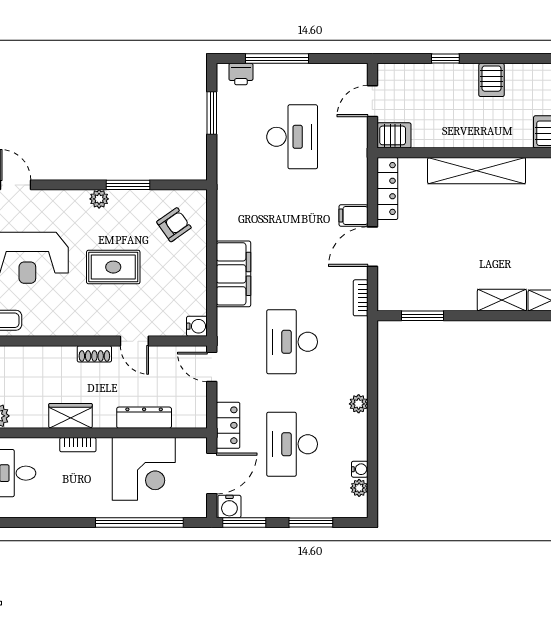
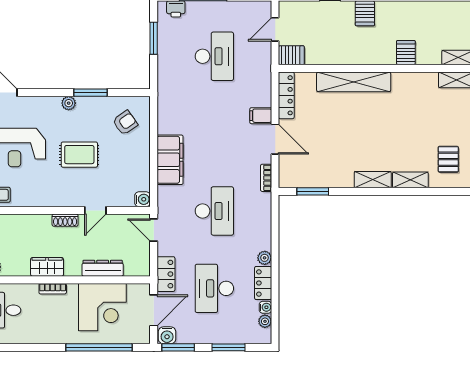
door: (372, 247) -> (275, 139), swing flipped
door: (134, 341) -> (95, 210), hinge flipped
desk: (292, 342) -> (214, 211), turned 180
locker: (357, 437) -> (263, 283), added

